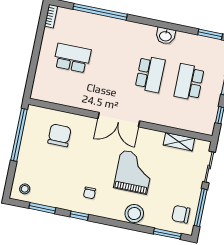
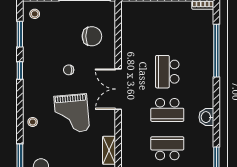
school desk: (72, 58) -> (167, 72), moved, turned 180
grand piano: (134, 172) -> (72, 114), turned 85
chair: (89, 193) -> (69, 70), moved
stool: (134, 213) -> (33, 122), width x0.53, depth x0.53

